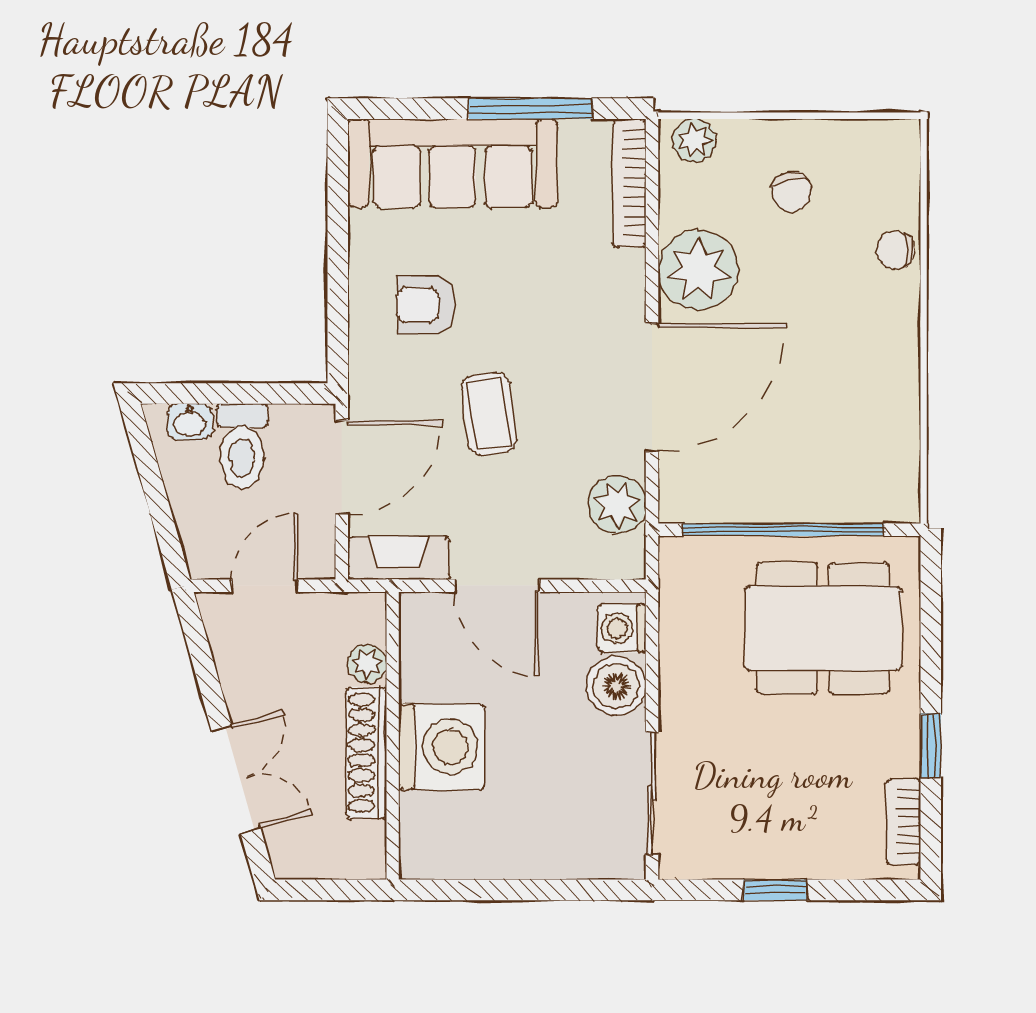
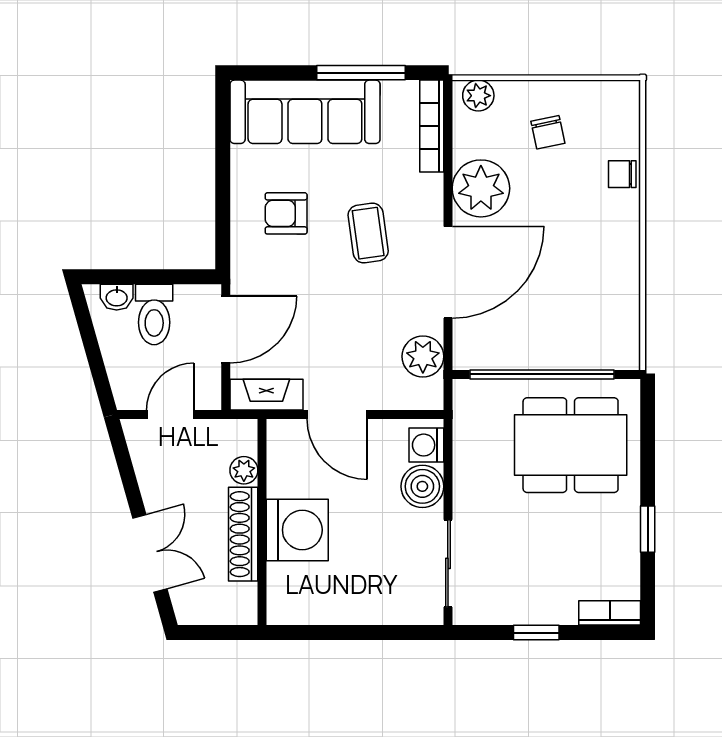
coffee table: (489, 414) -> (368, 233), moved
bookcase: (903, 821) -> (610, 613), moved, turned 90

